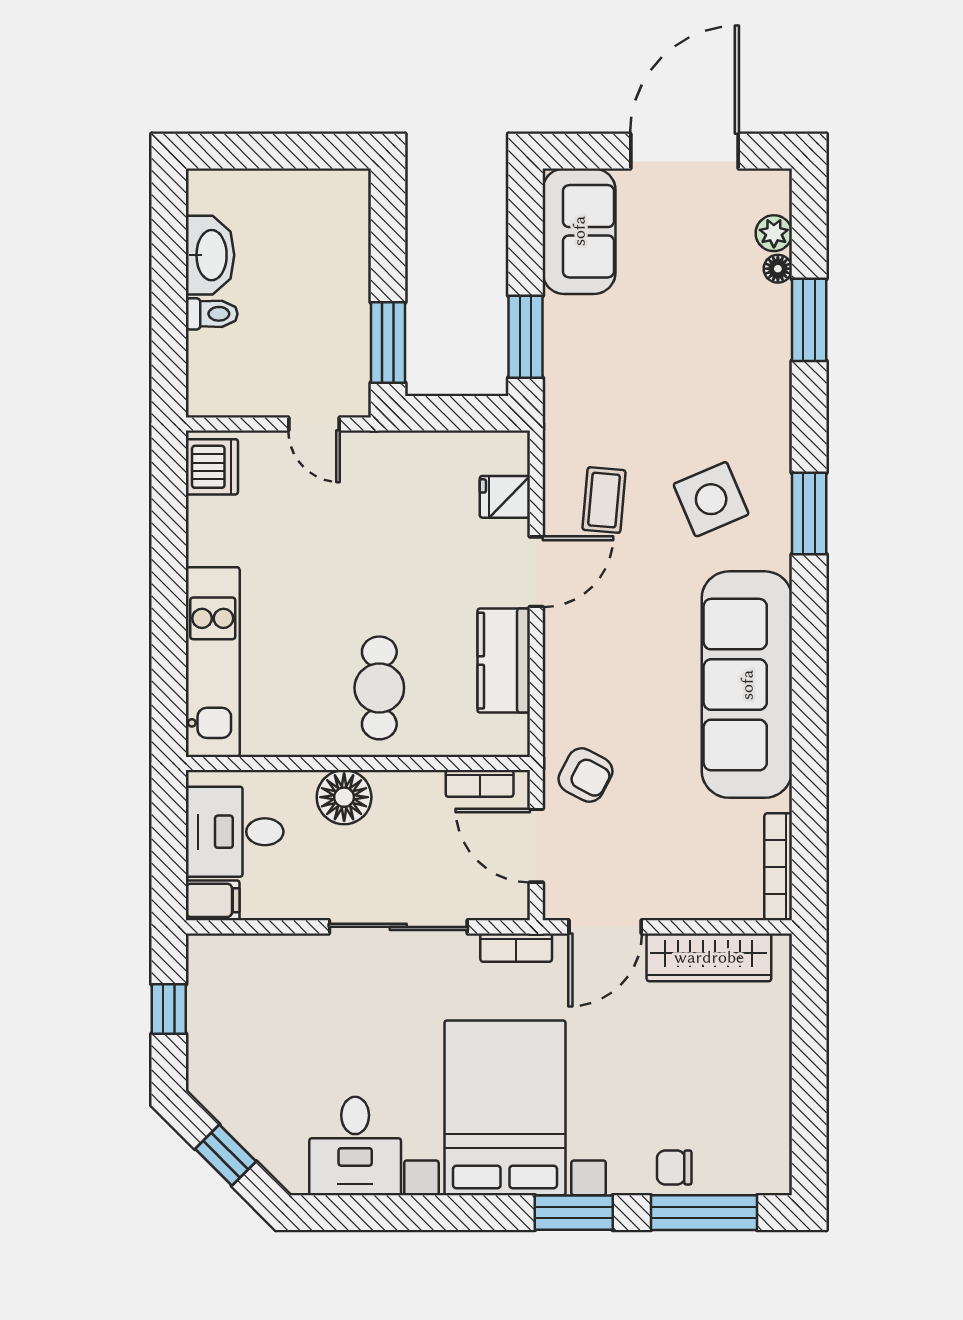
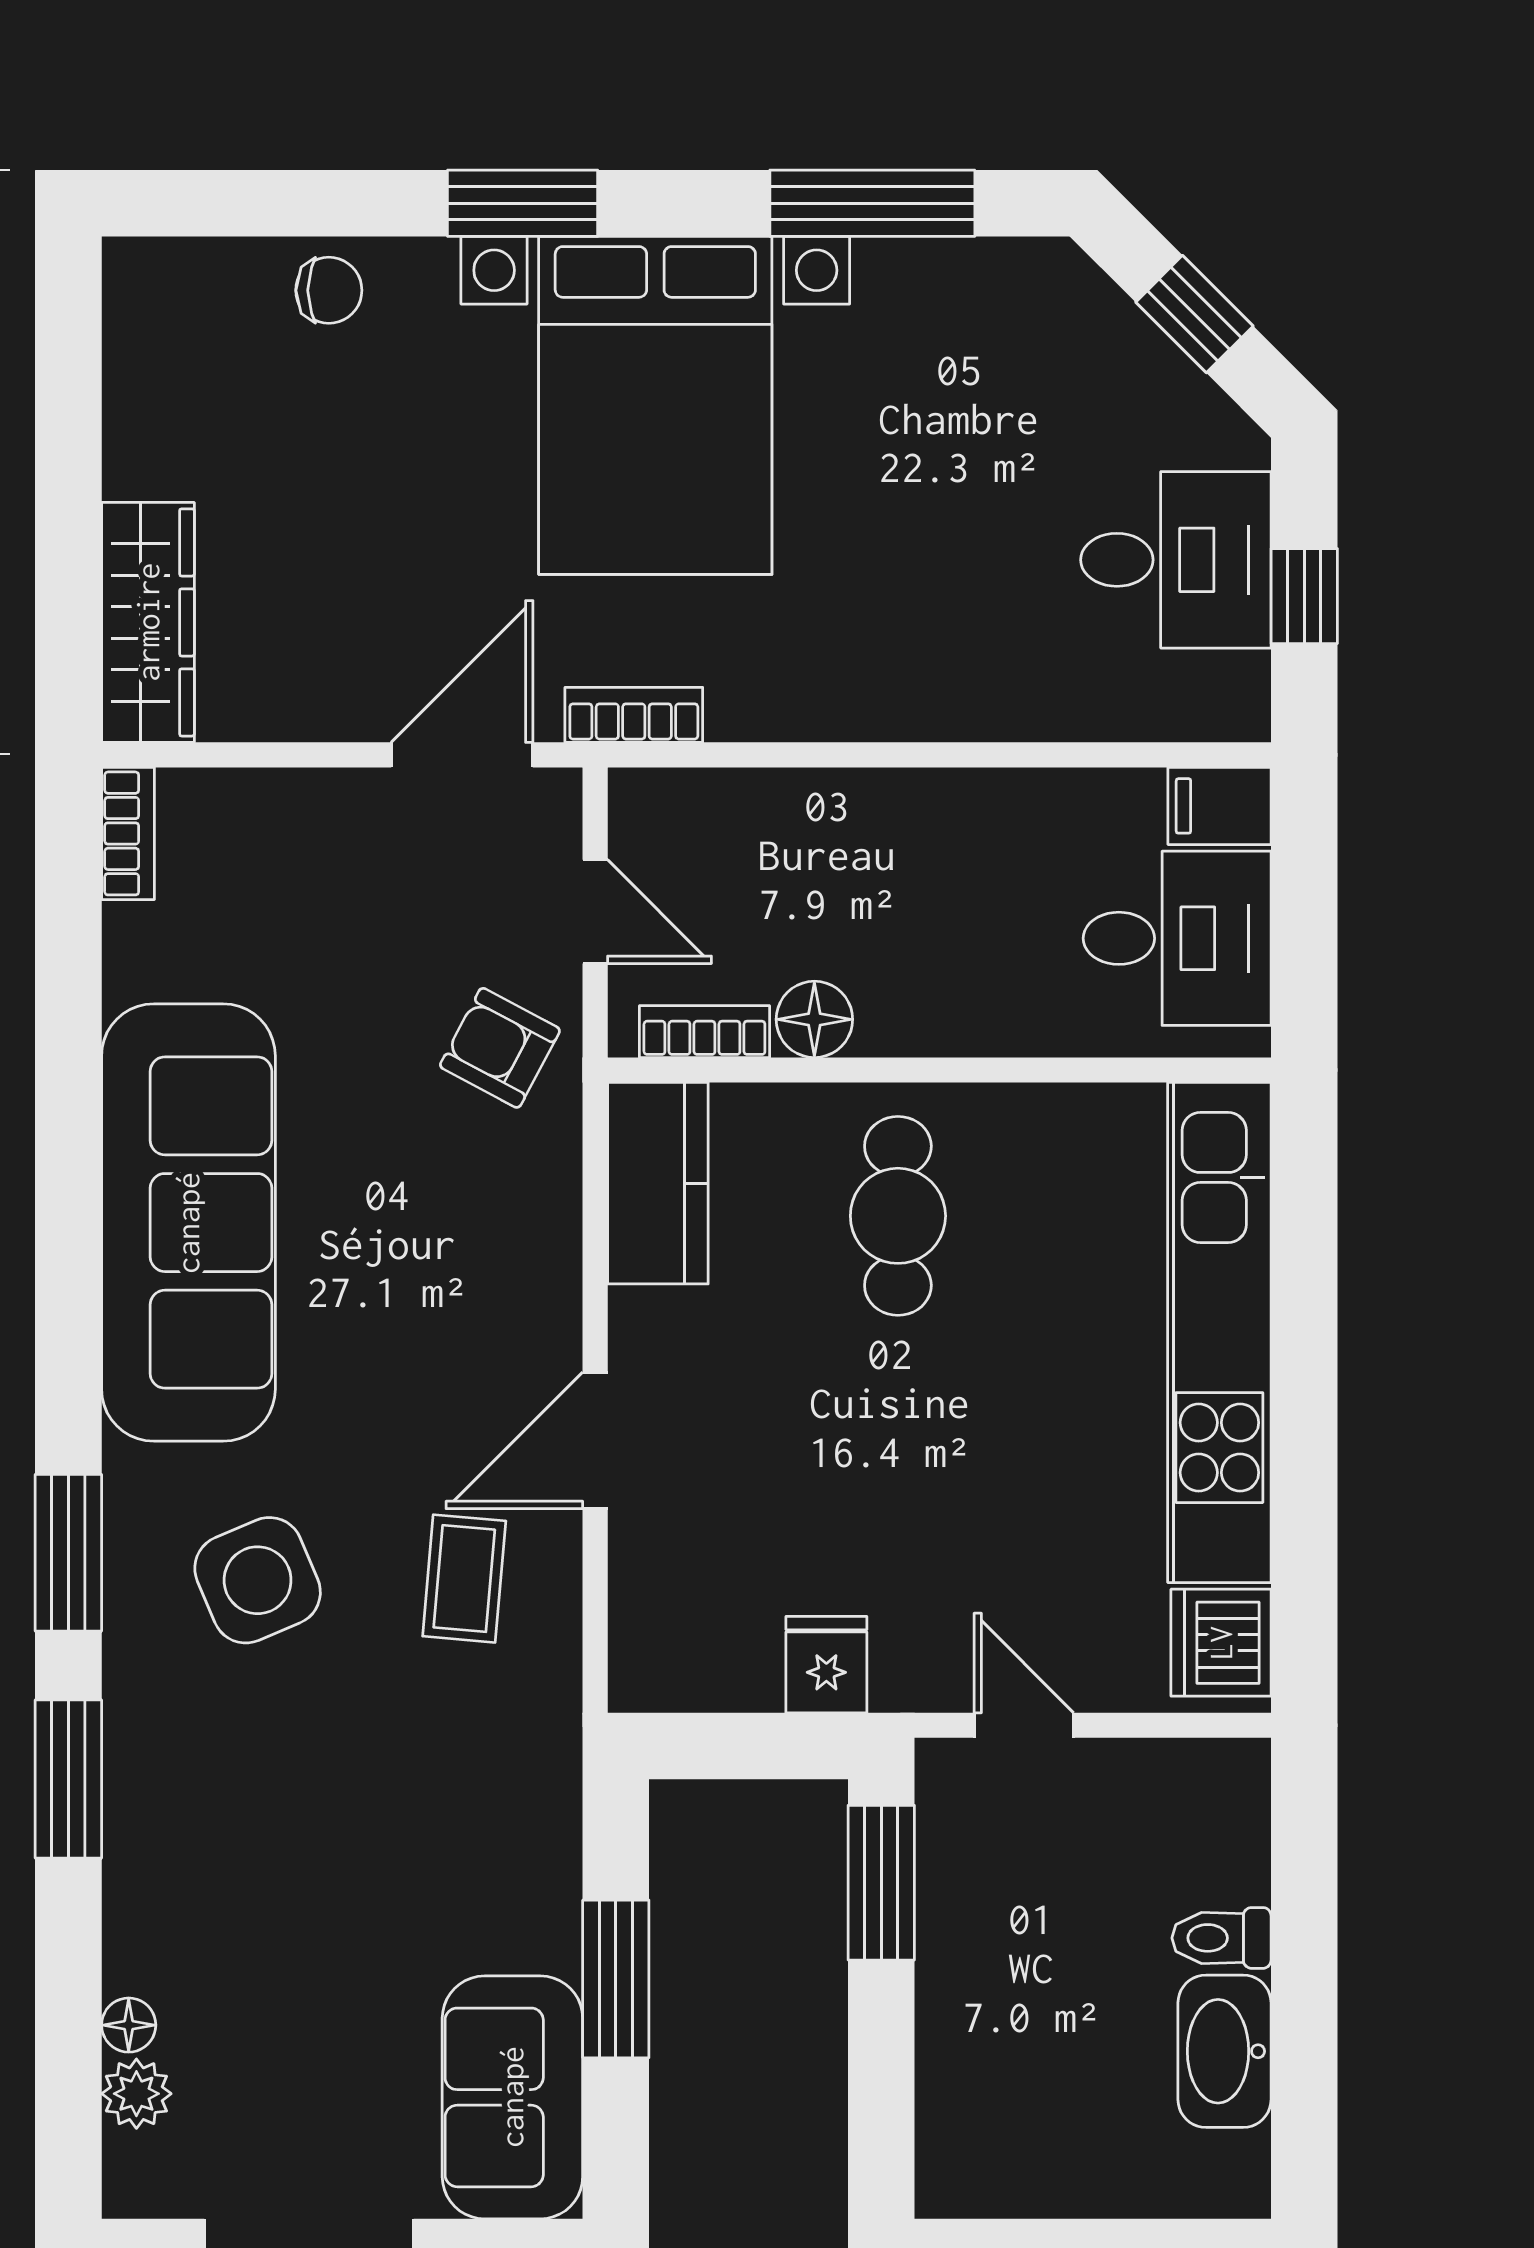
window: (809, 320) -> (68, 1779), moved
window: (525, 337) -> (616, 1979), moved
fridge: (505, 497) -> (826, 1665), moved, turned -90
kitchen counter: (504, 661) -> (658, 1183), moved
kitchen unit: (213, 662) -> (1219, 1333), width x1.36
floor lamp: (344, 797) -> (814, 1019), moved, width x0.73, depth x0.73
door: (536, 846) -> (595, 912), width x0.73
bookcase: (778, 867) -> (128, 833), width x0.64
sliding door: (398, 927) -> (861, 755), removed
wardrobe: (709, 957) -> (148, 622), moved, turned 90
desk: (355, 1146) -> (1176, 560), moved, turned 90
window: (704, 1213) -> (872, 203), moved

